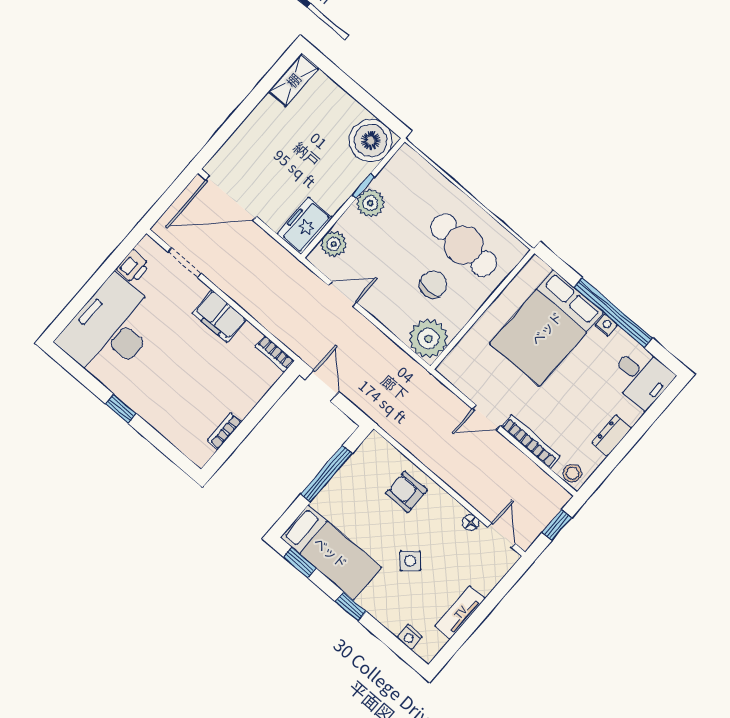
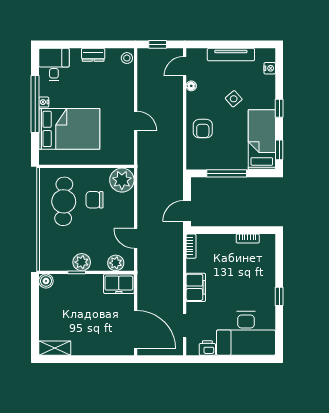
boiler: (371, 141) -> (46, 281), width x0.54, depth x0.54
bookcase: (531, 442) -> (129, 91), removed
tv unit: (460, 612) -> (231, 55), width x1.41

